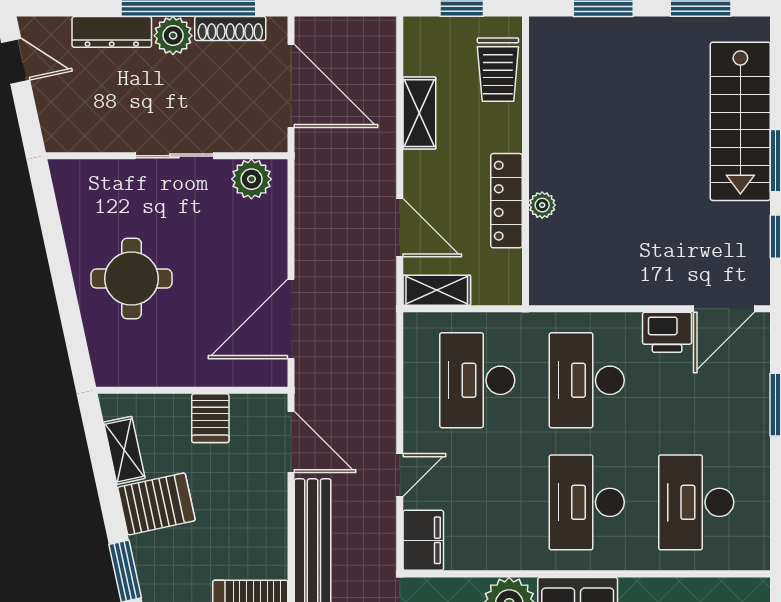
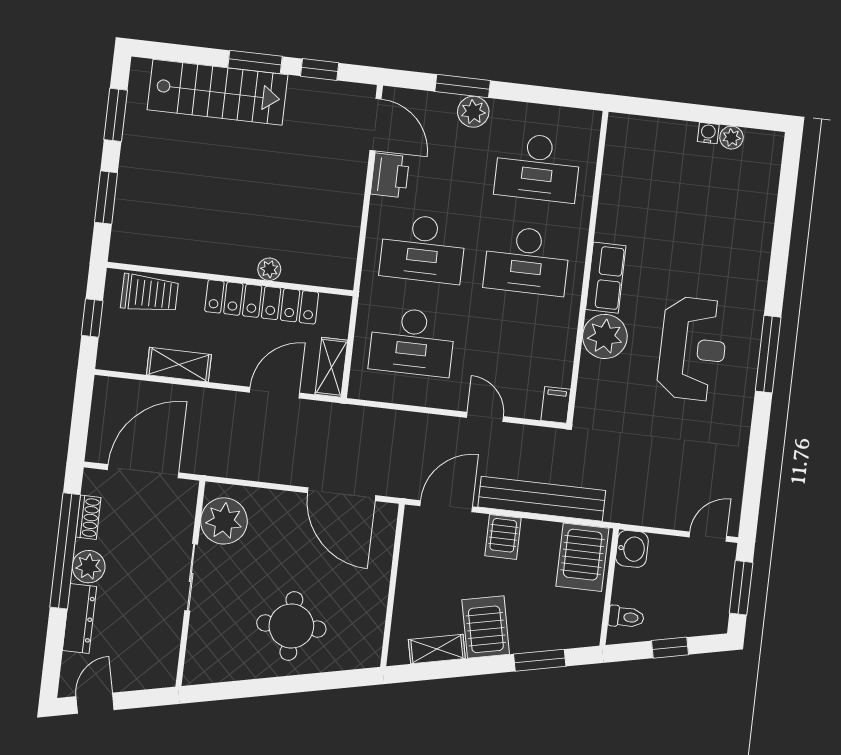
shoe rack: (230, 29) -> (88, 517), width x0.70
plant: (251, 179) -> (224, 521), width x1.36, depth x1.36
locker: (507, 201) -> (262, 302), width x1.41, depth x1.21
server rack: (210, 418) -> (503, 537), moved, turned 90
plant: (752, 420) -> (473, 112), added
filing cabinet: (423, 540) -> (556, 405), width x0.50

